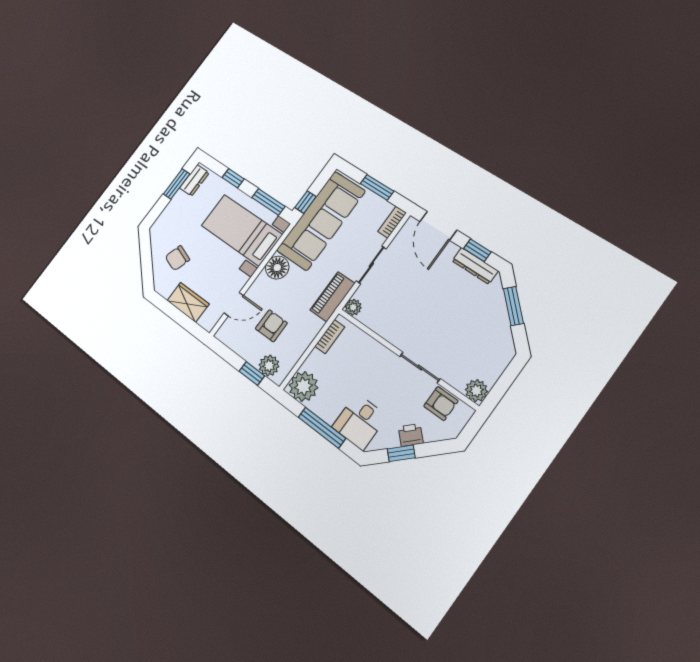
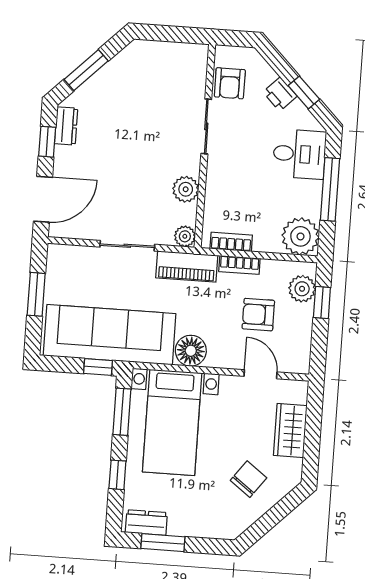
bookcase: (392, 222) -> (239, 265), moved
chair: (177, 258) -> (248, 479), turned -72
dresser: (475, 266) -> (66, 126), width x0.70
plant: (476, 391) -> (186, 189), moved
armchair: (441, 404) -> (230, 83), turned 180

